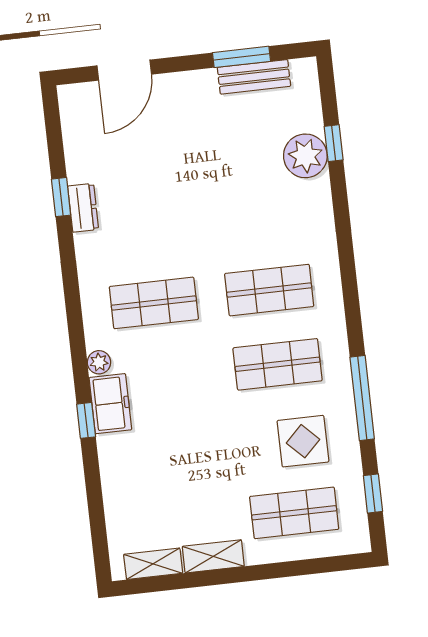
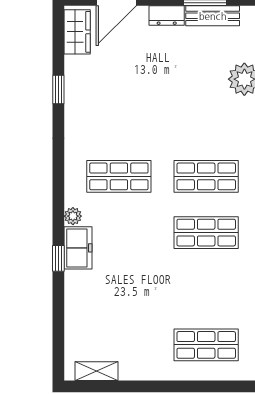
wardrobe: (77, 118) -> (77, 32), added
dresser: (83, 208) -> (167, 15), moved, turned 90
display table: (303, 441) -> (219, 292), removed
shelving: (213, 556) -> (142, 371), removed

